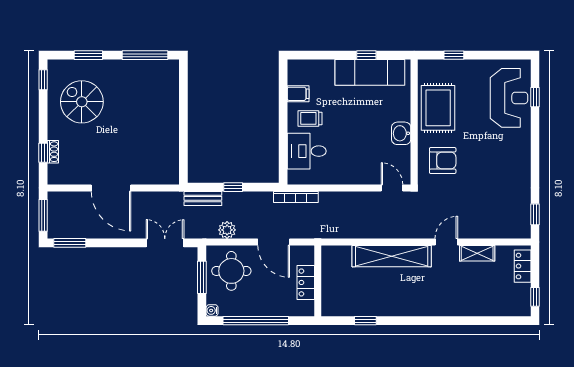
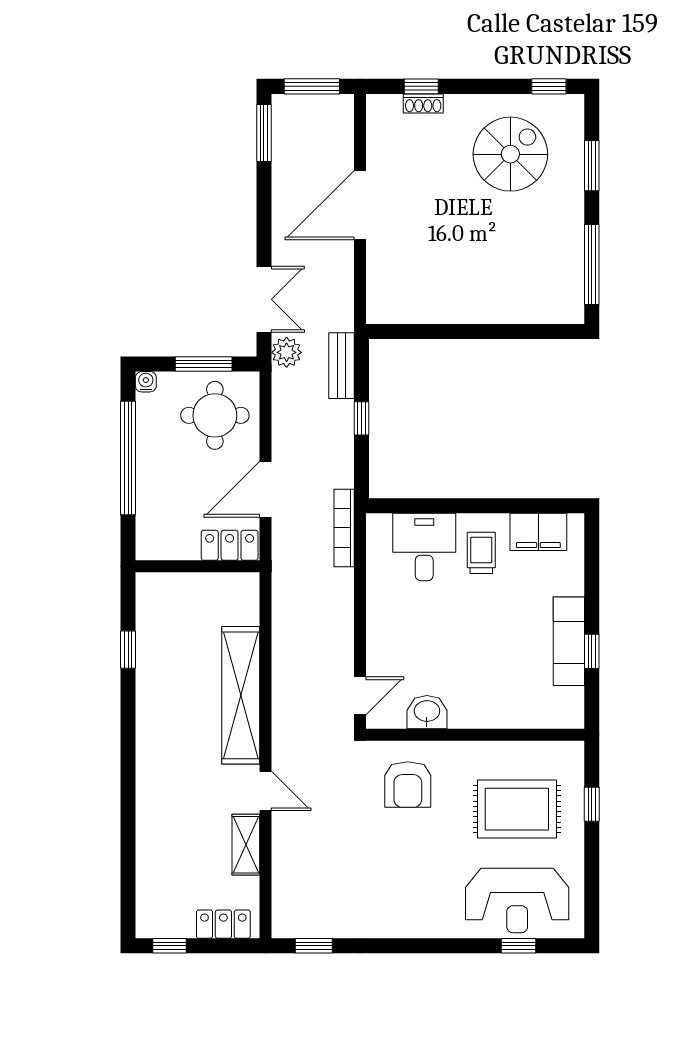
exam couch: (370, 72) -> (569, 641), width x0.73, depth x0.69
filing cabinet: (298, 94) -> (538, 532), width x2.00
rug: (438, 108) -> (517, 809), moved
washbasin: (401, 133) -> (427, 712), moved
plant: (227, 230) -> (287, 352), moved
locker: (306, 282) -> (230, 545), moved

